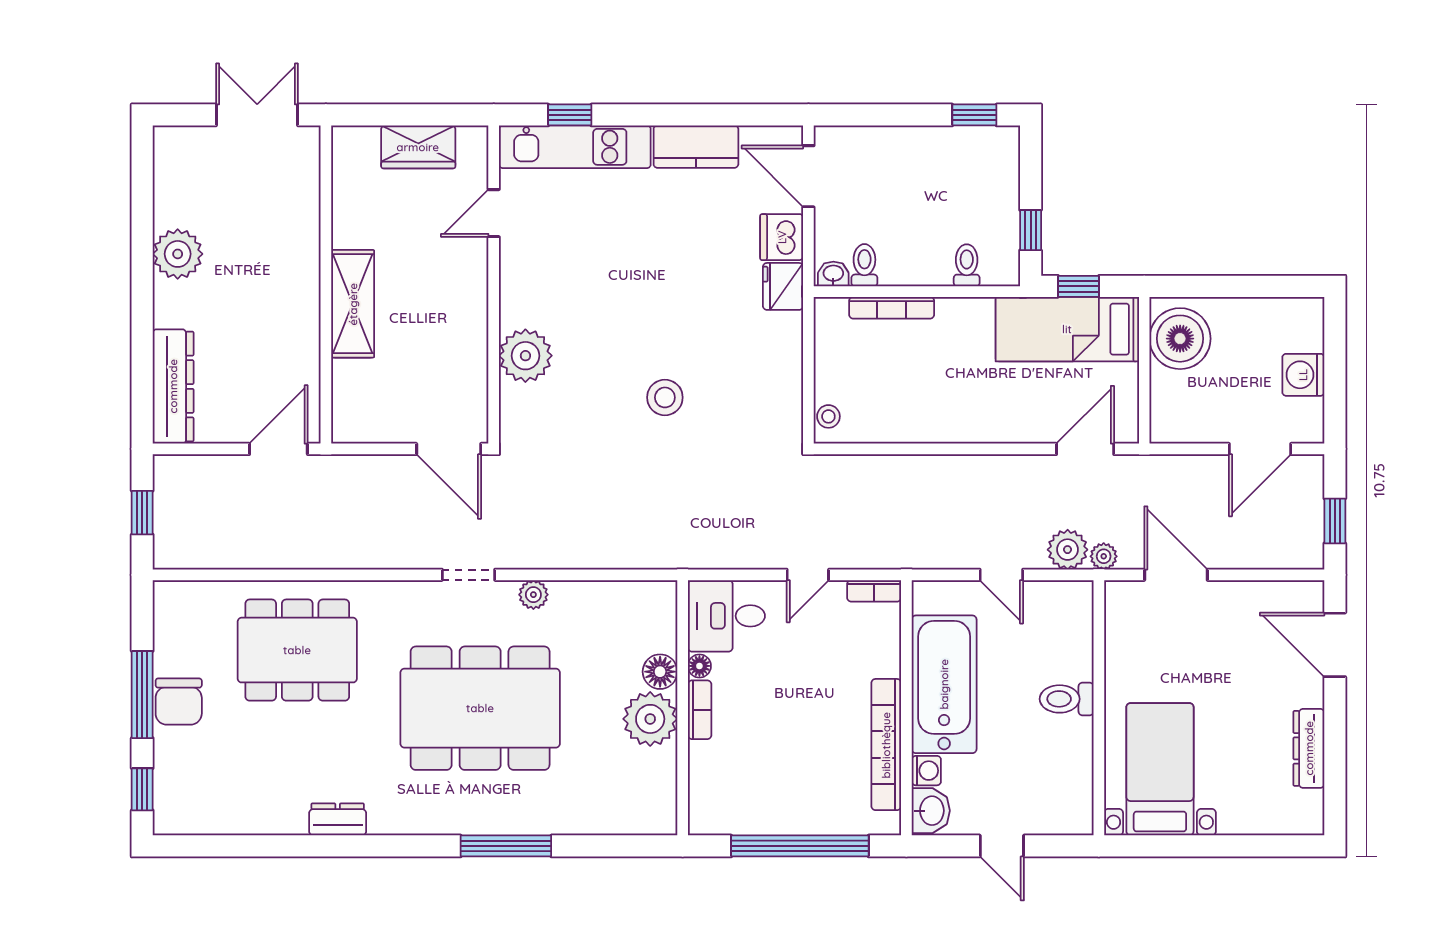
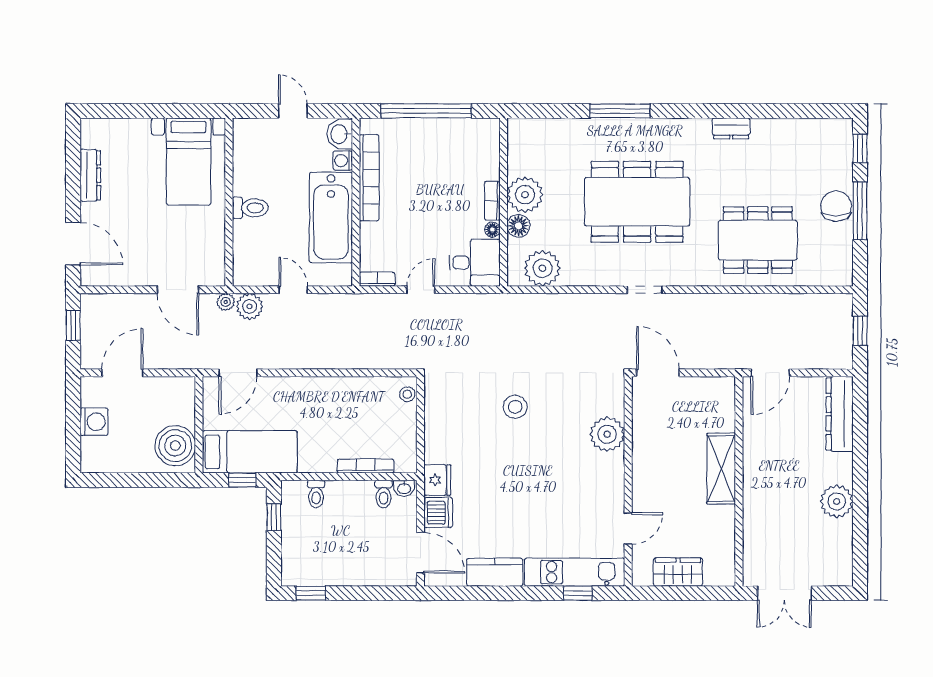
plant: (533, 595) -> (542, 268), moved, width x1.87, depth x1.87

